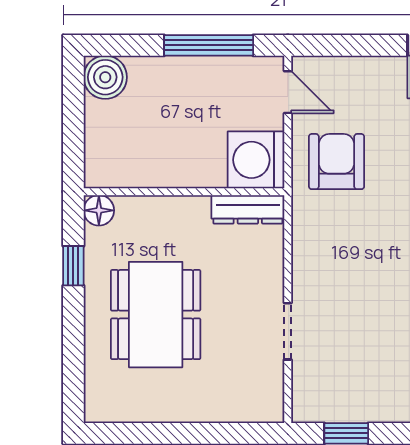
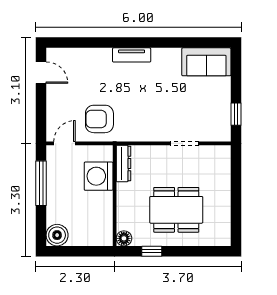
washing machine: (256, 160) -> (99, 176), moved, turned 90

